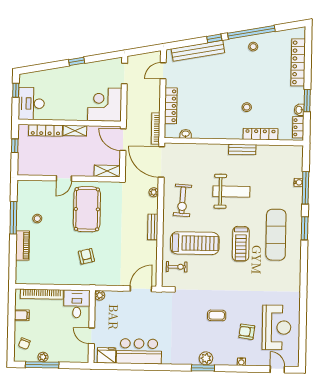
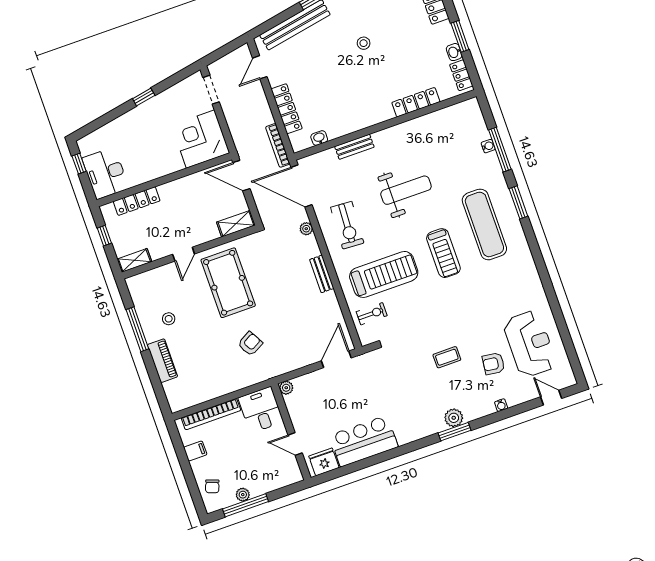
stool: (247, 107) -> (364, 43), moved
shelving: (75, 131) -> (134, 260), moved
bench: (242, 149) -> (354, 147), moved
armchair: (86, 256) -> (250, 344), turned 75

